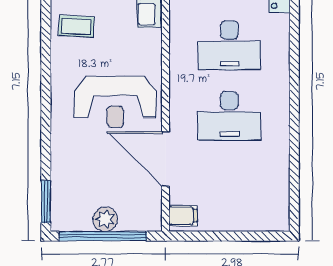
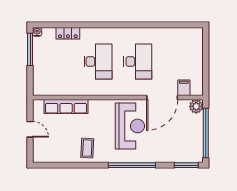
window: (46, 105) -> (132, 165), added
filing cabinet: (183, 216) -> (184, 88), moved
plant: (105, 219) -> (196, 106), moved

